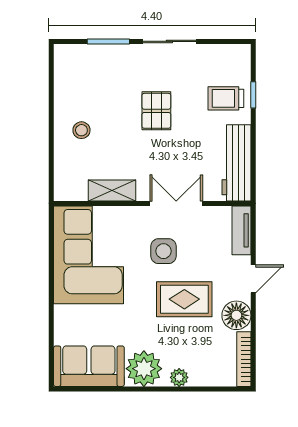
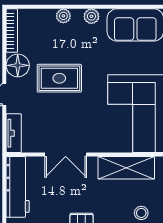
shelving: (112, 190) -> (126, 168), width x1.50, depth x1.33
side table: (163, 251) -> (76, 117), removed
plant: (144, 369) -> (91, 16), width x0.53, depth x0.53

